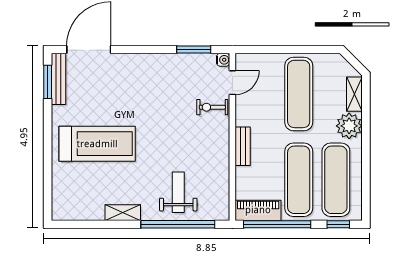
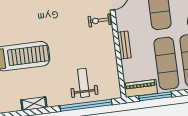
shelving: (123, 213) -> (34, 104), moved
window: (277, 224) -> (155, 96), width x0.68

